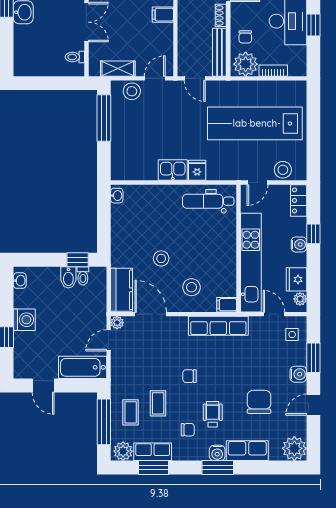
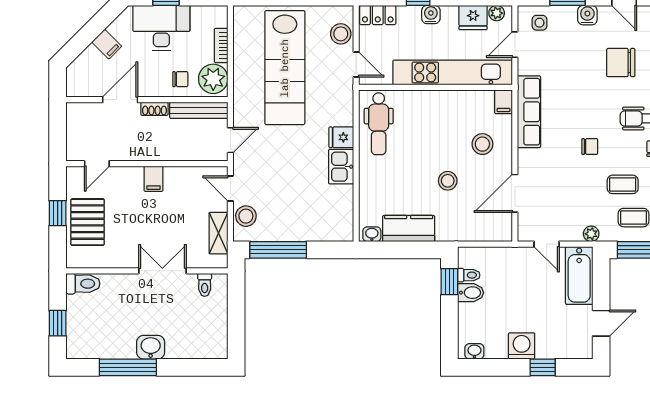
kitchen counter: (122, 290) -> (409, 229), moved
plant: (117, 323) -> (591, 234), moved
chair: (189, 376) -> (590, 147), turned -90

